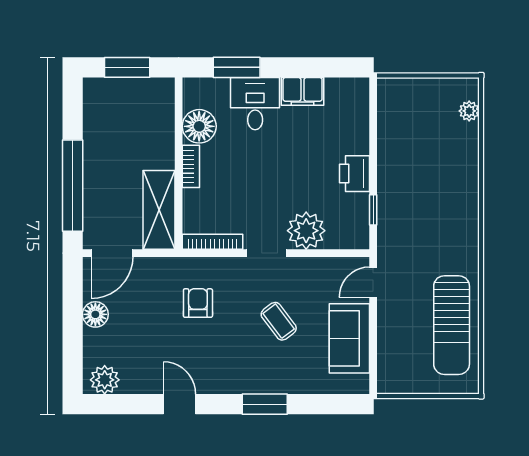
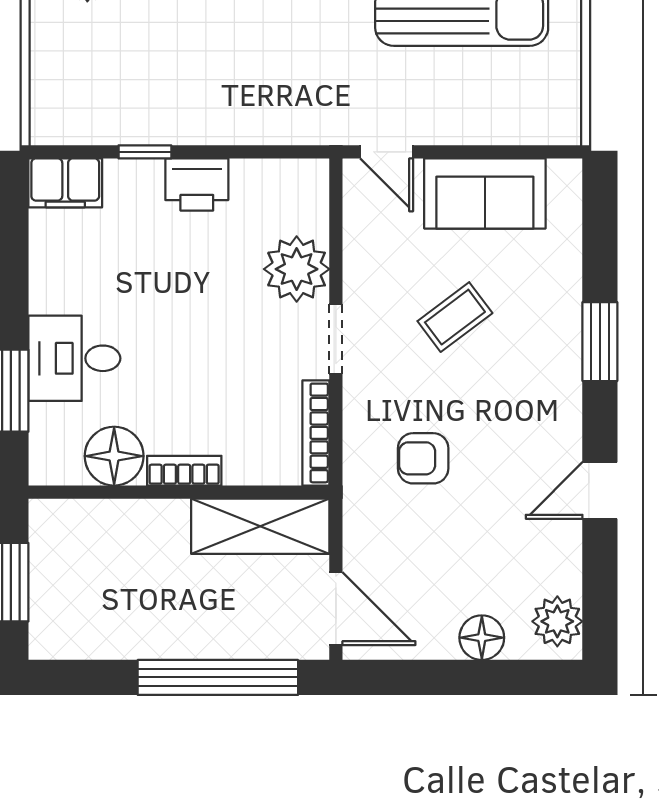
filing cabinet: (303, 91) -> (65, 183), moved, turned 90
window: (373, 210) -> (145, 152), moved
floor lamp: (95, 314) -> (482, 638), moved

